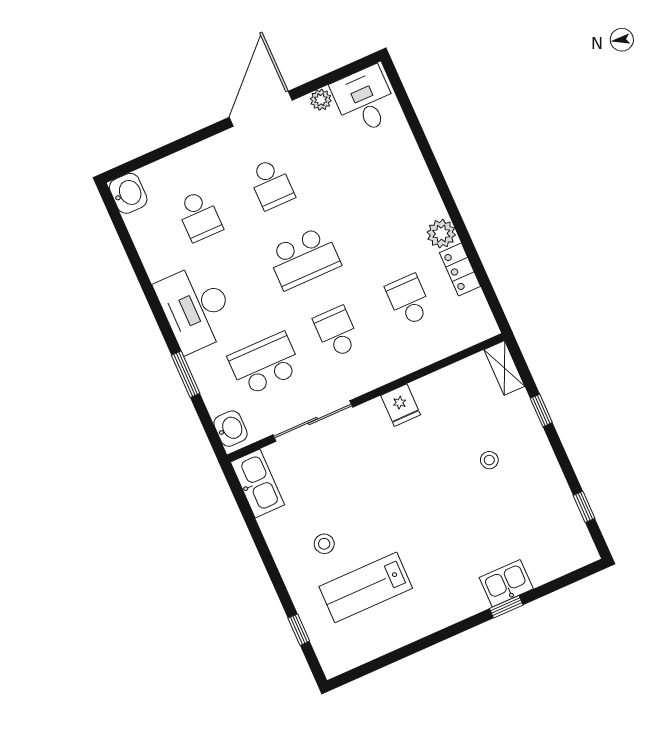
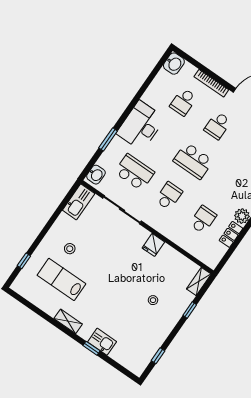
bookcase: (197, 152) -> (211, 83), added
shelving: (440, 618) -> (68, 321), added

